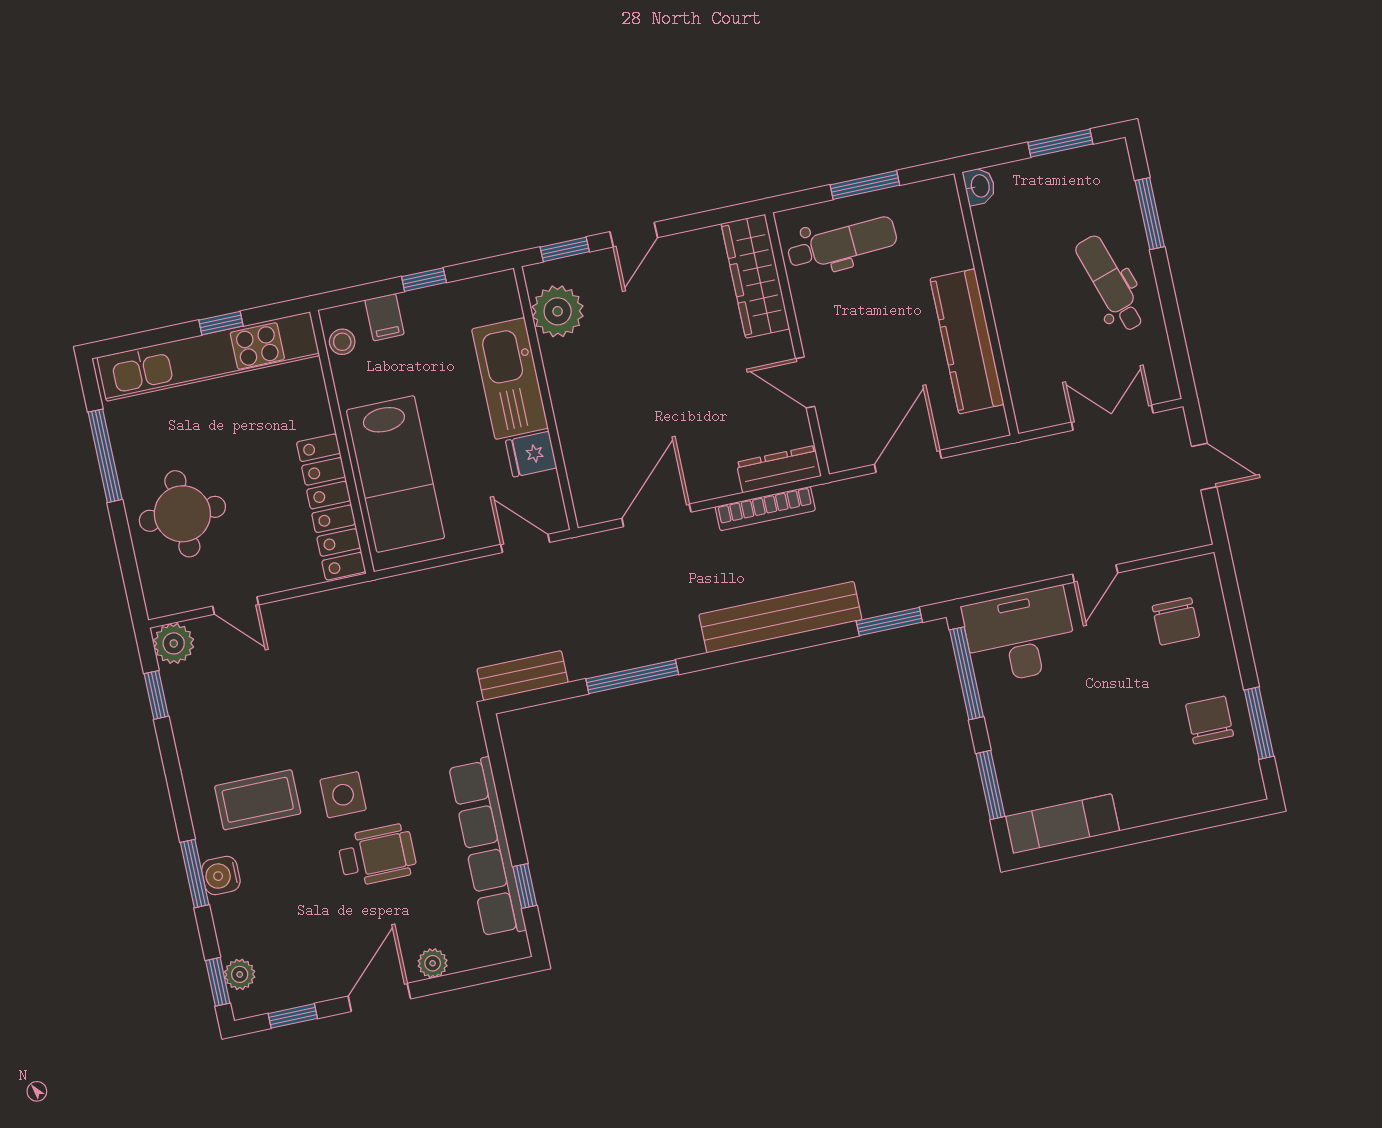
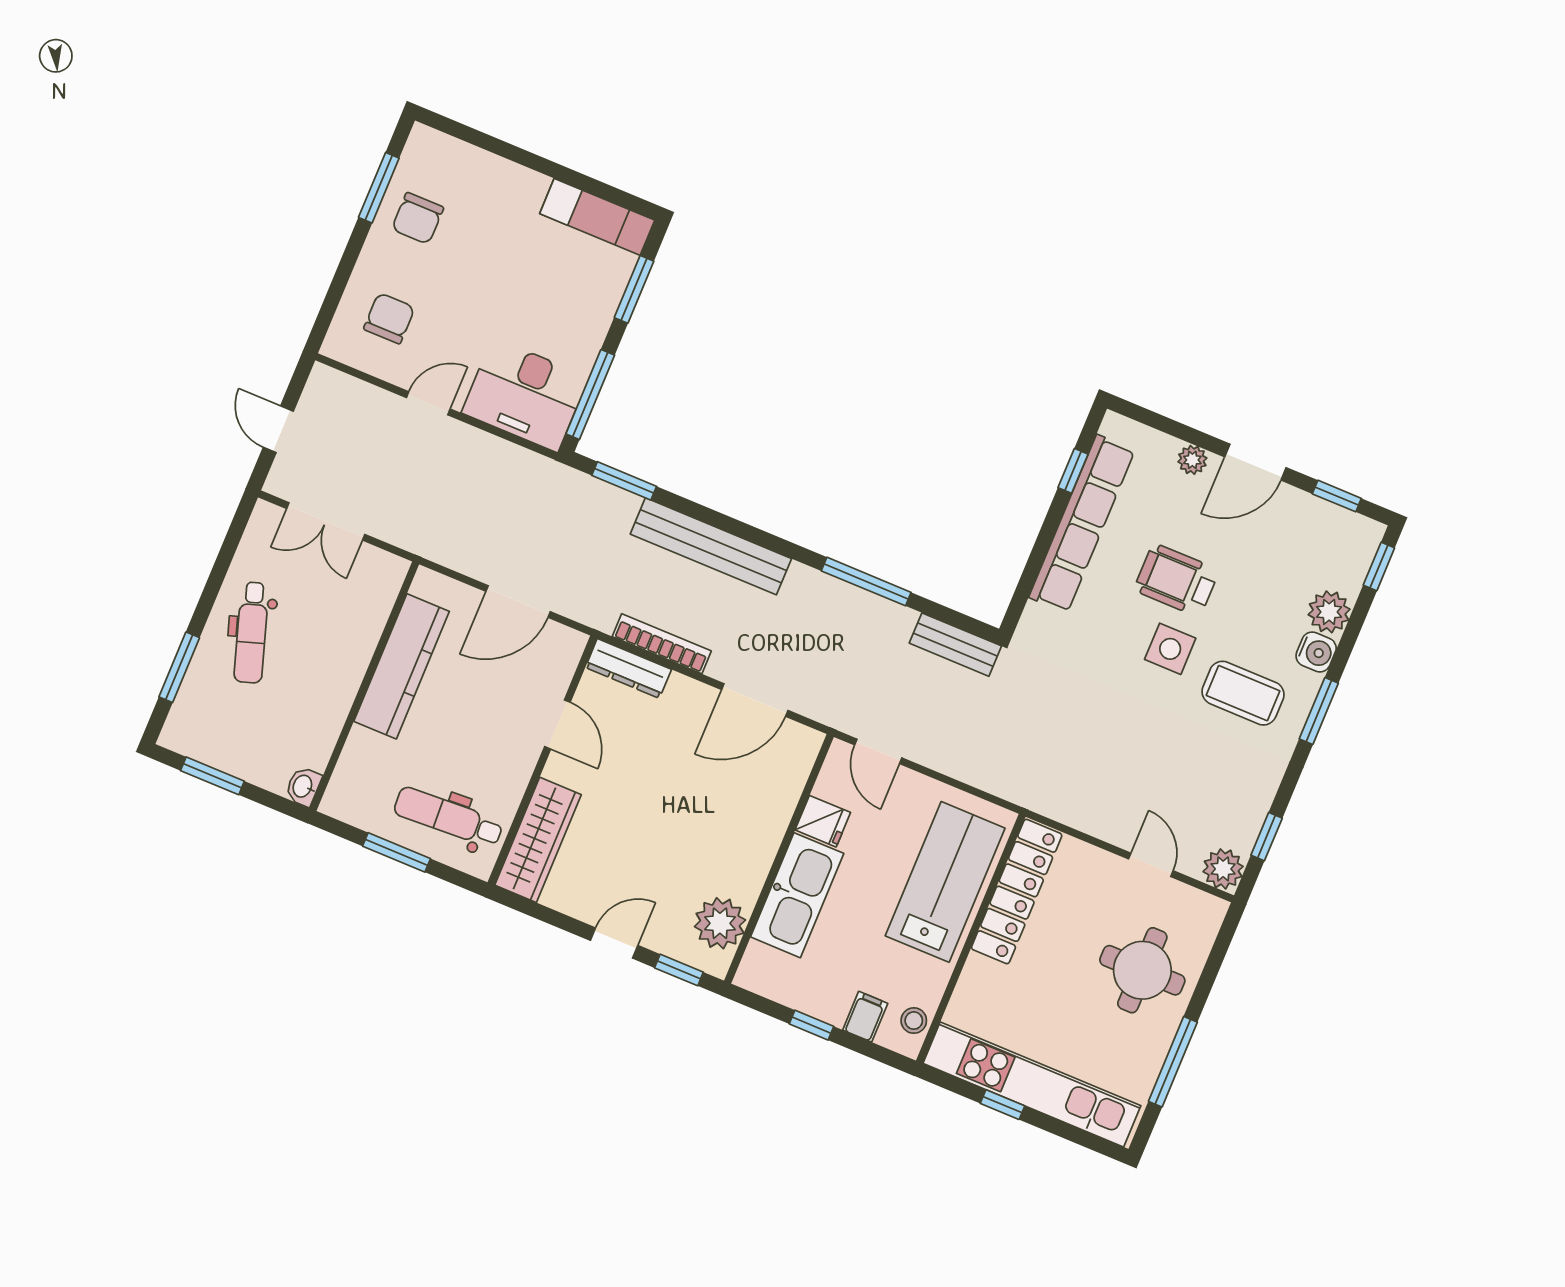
window: (195, 874) -> (1319, 711), moved
plant: (240, 974) -> (1329, 612), moved, width x1.38, depth x1.38

